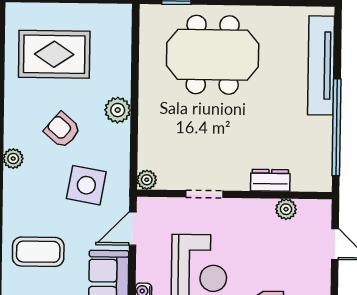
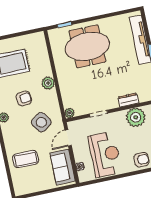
armchair: (62, 130) -> (24, 98), turned 131
side table: (86, 185) -> (41, 122), turned 45
plant: (286, 209) -> (136, 117), width x1.88, depth x1.88

